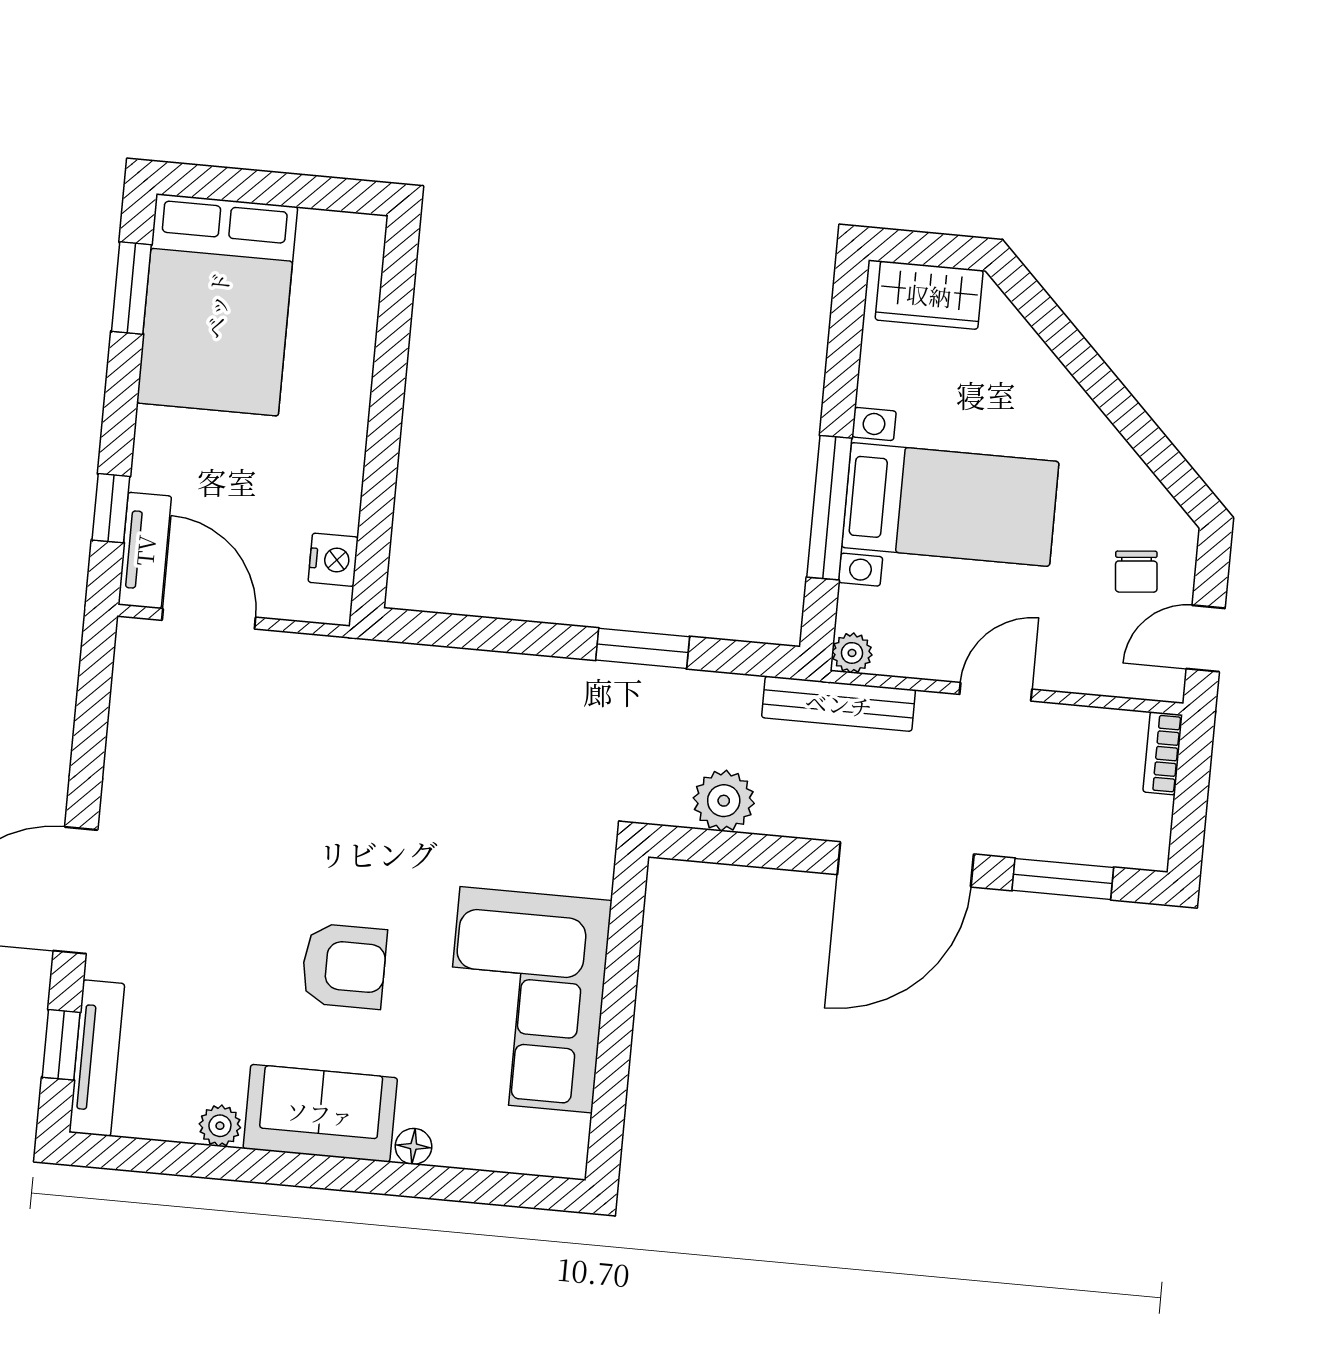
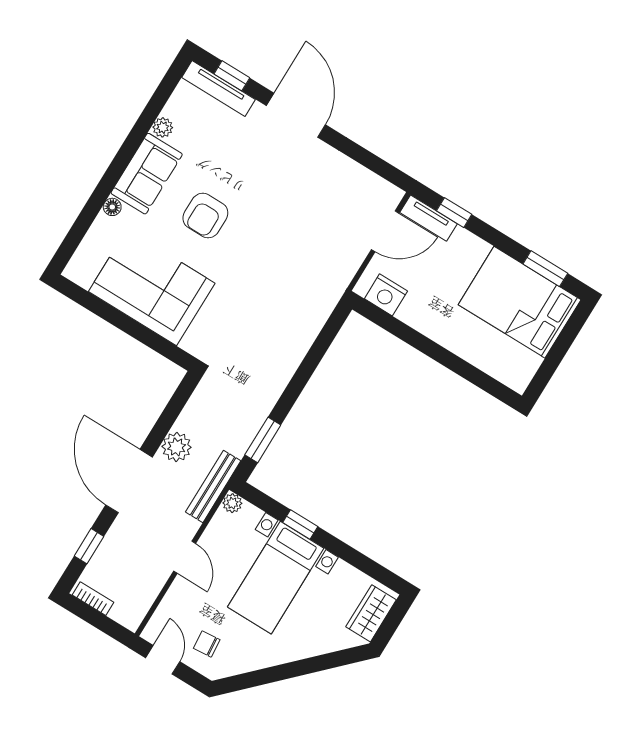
window: (829, 508) -> (300, 524), width x0.46
nightstand: (333, 560) -> (386, 295), width x1.36, depth x1.33
window: (643, 648) -> (263, 440), moved
bookcase: (1163, 753) -> (93, 599), moved
plant: (724, 801) -> (177, 447), moved
window: (1063, 879) -> (89, 546), width x0.67

